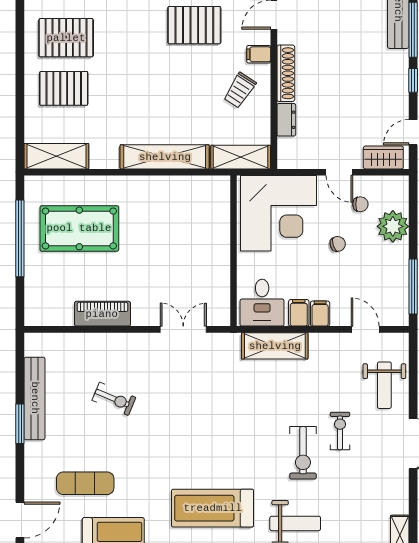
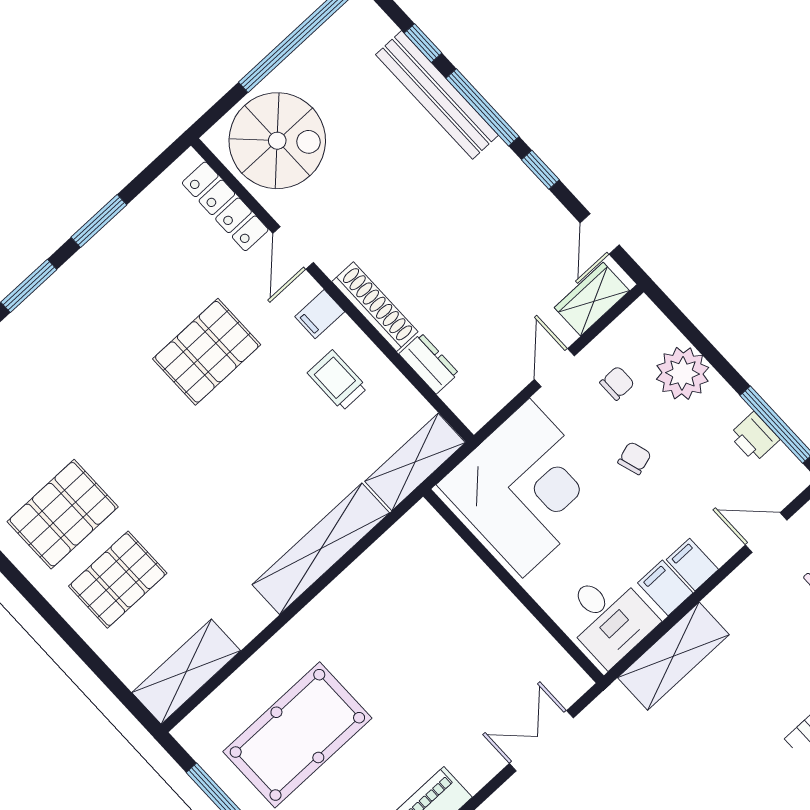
trolley: (240, 90) -> (337, 380), turned 147
door: (339, 172) -> (554, 368), swing flipped
printer: (398, 283) -> (754, 437), added

